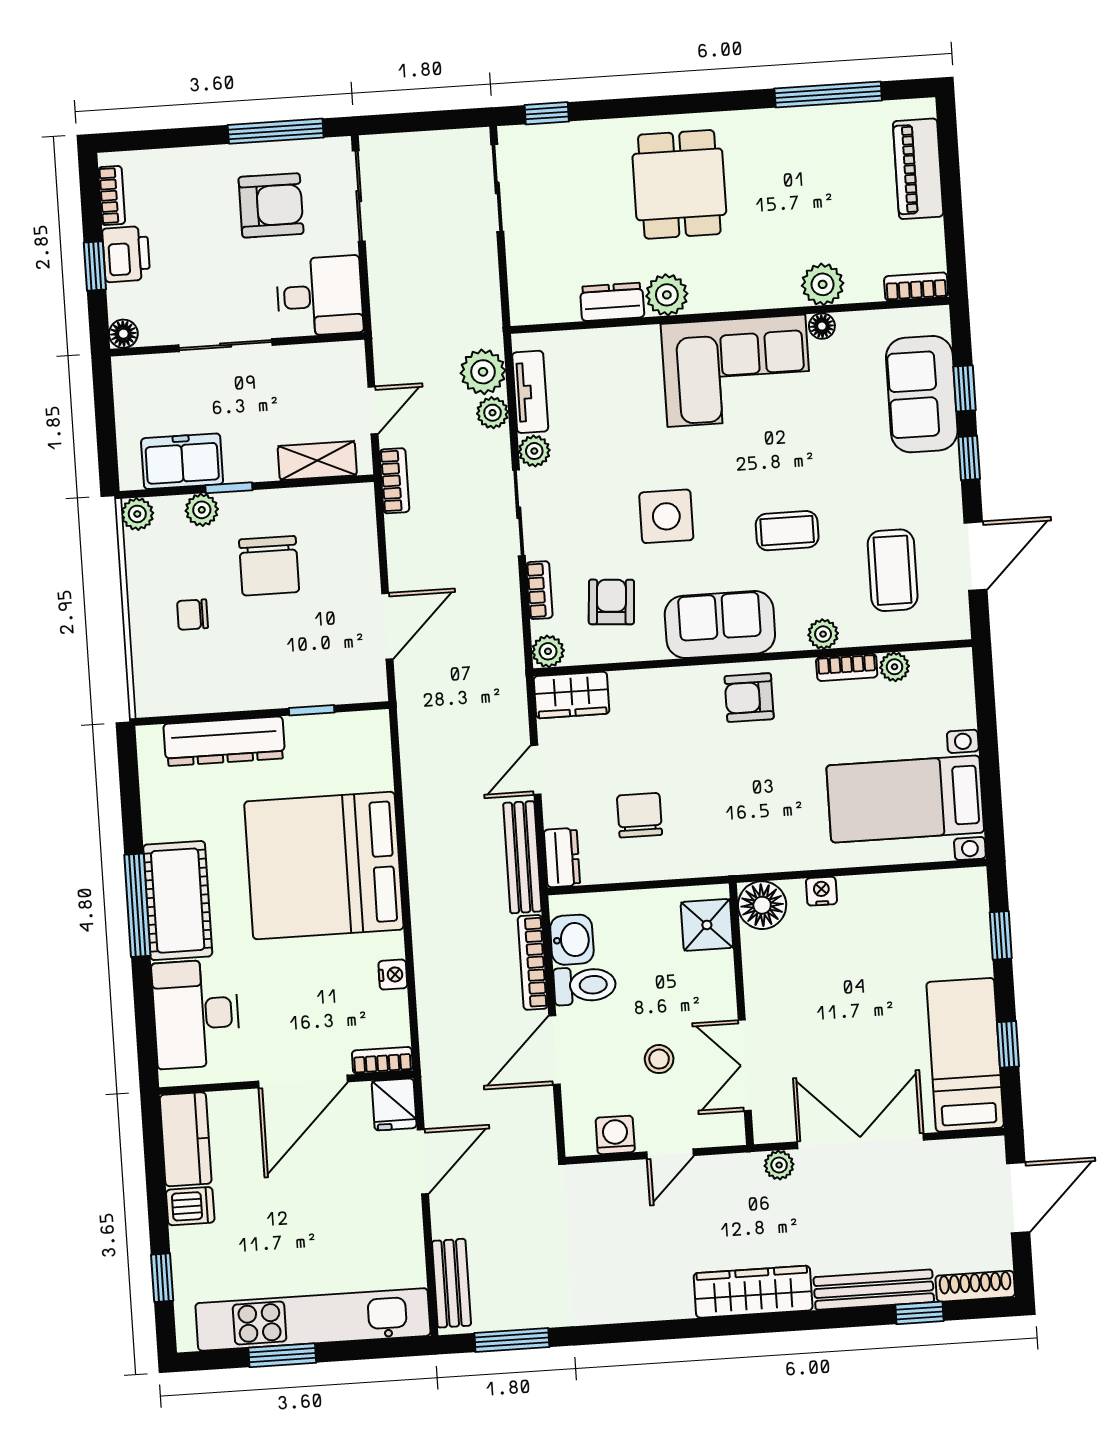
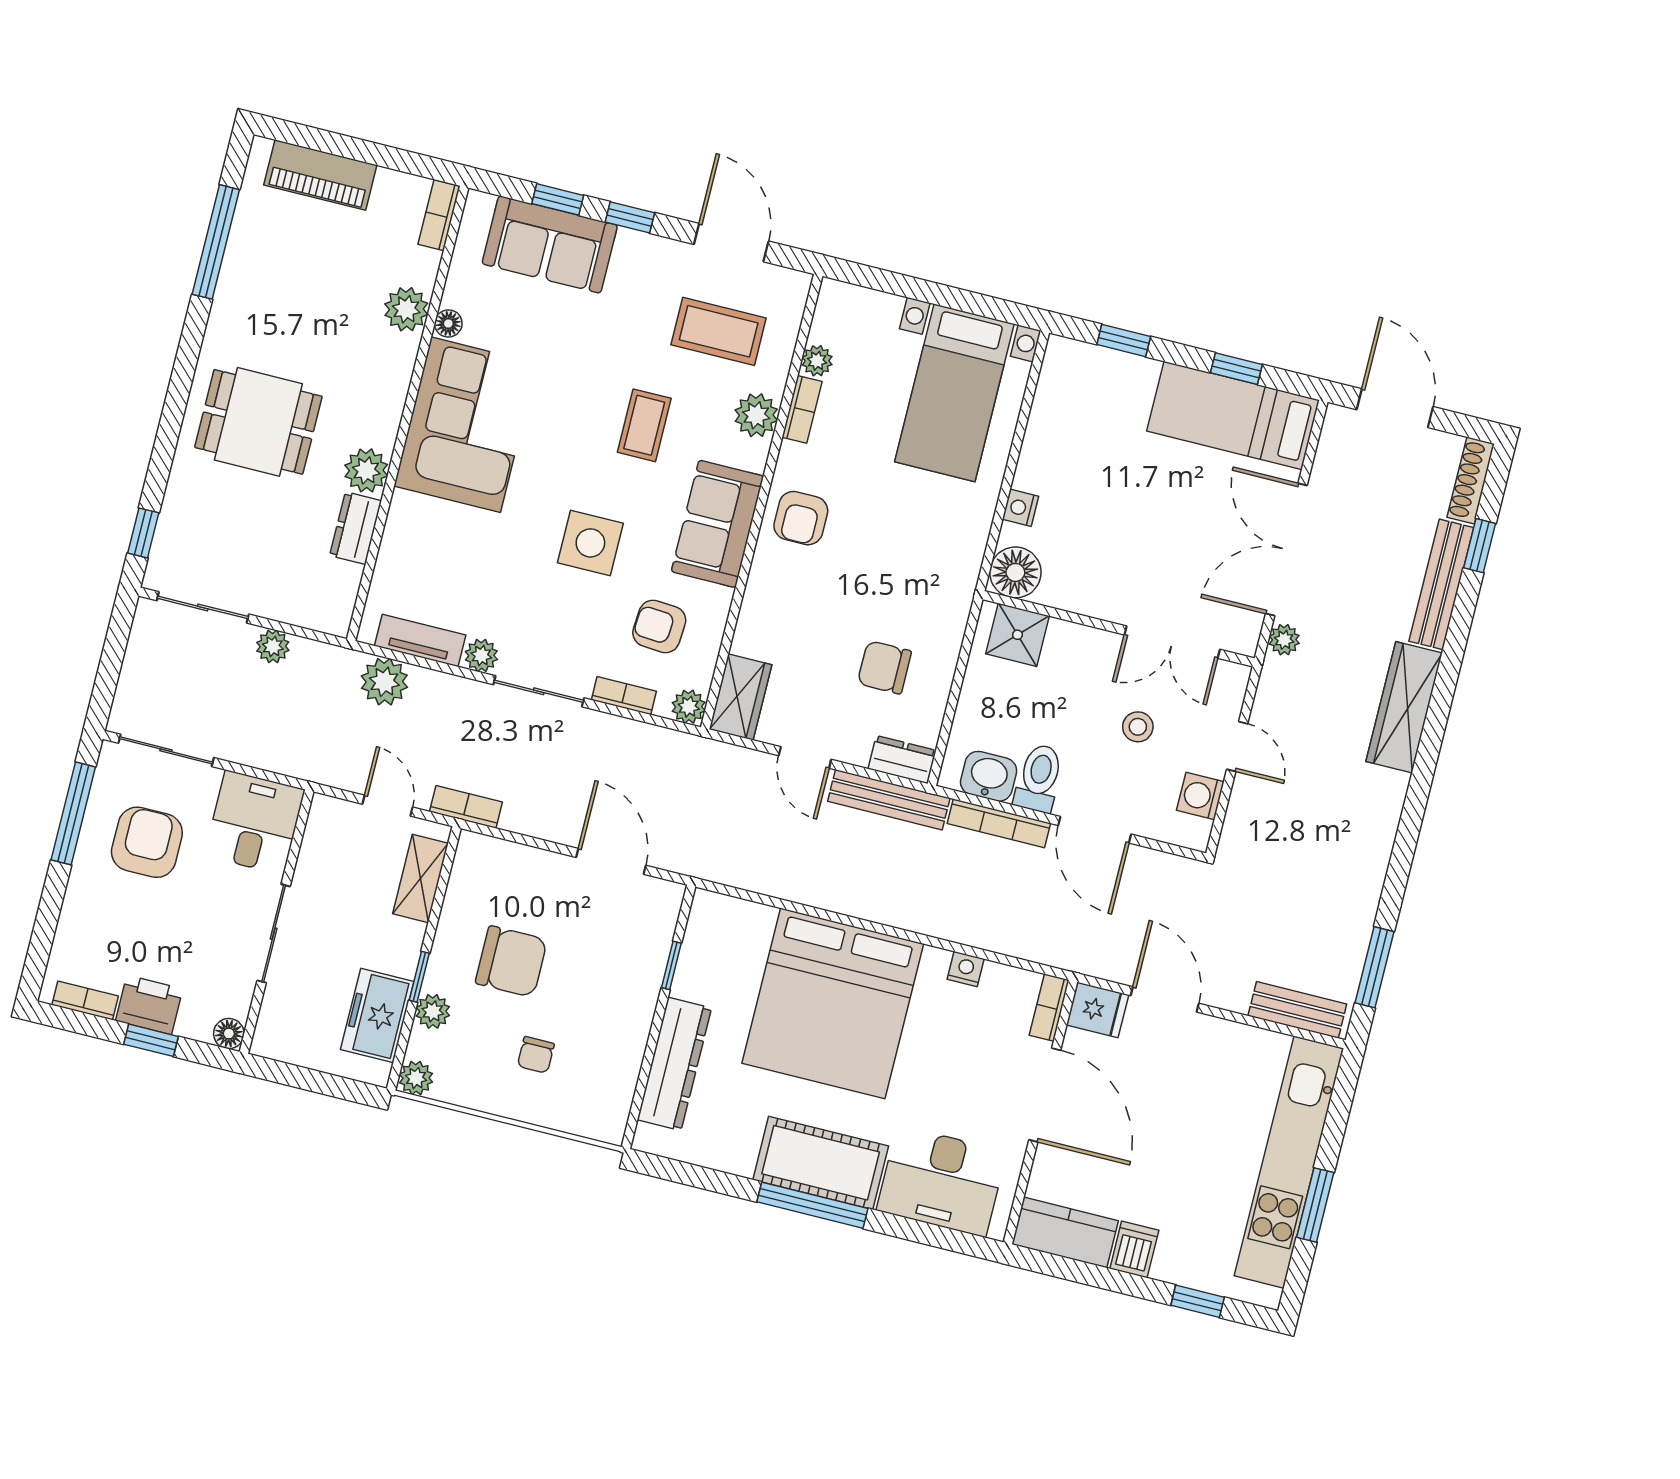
plant: (493, 413) -> (273, 646), moved
plant: (823, 634) -> (756, 415), width x1.38, depth x1.38

